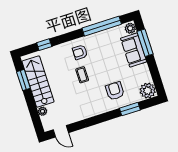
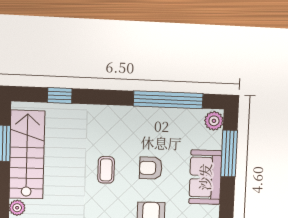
sofa: (134, 50) -> (205, 177), moved
armchair: (80, 52) -> (151, 168), moved

